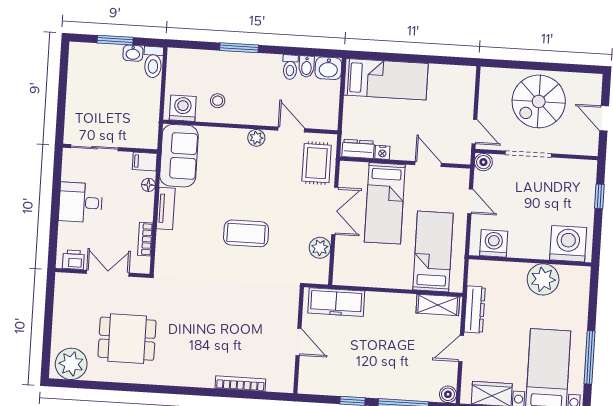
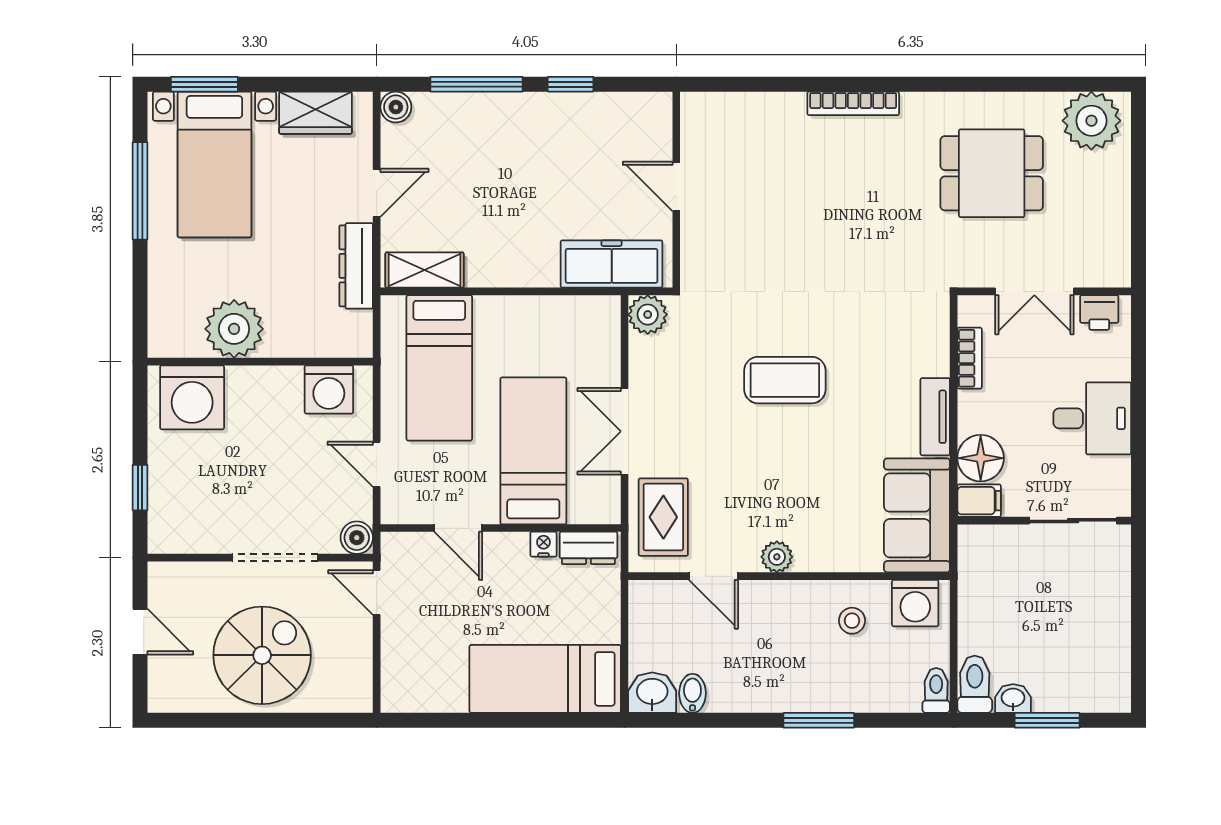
toilet: (290, 67) -> (936, 690), moved
floor lamp: (148, 185) -> (981, 458), width x1.89, depth x1.89
plant: (320, 248) -> (648, 315), moved
bookcase: (240, 384) -> (853, 103), moved

